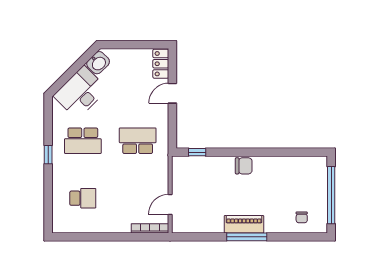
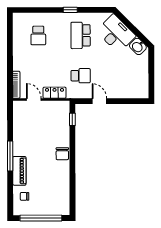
locker: (161, 64) -> (54, 93), moved
door: (172, 93) -> (99, 101), moved
school desk: (138, 141) -> (81, 76), width x0.54
piano: (244, 224) -> (19, 171), moved

